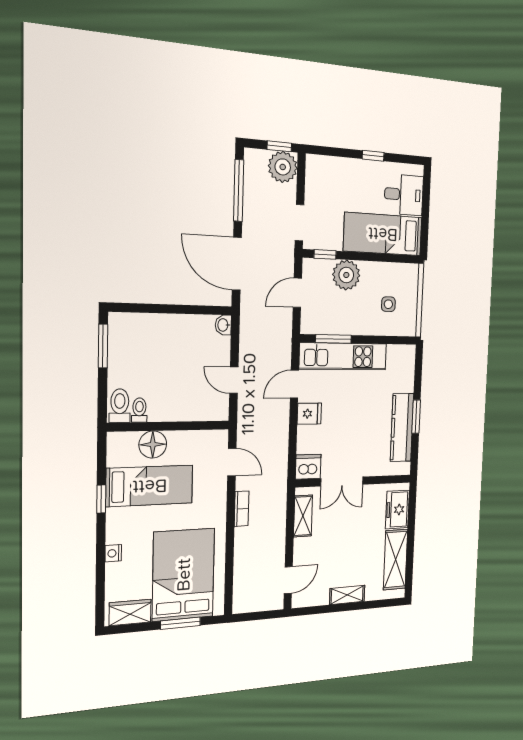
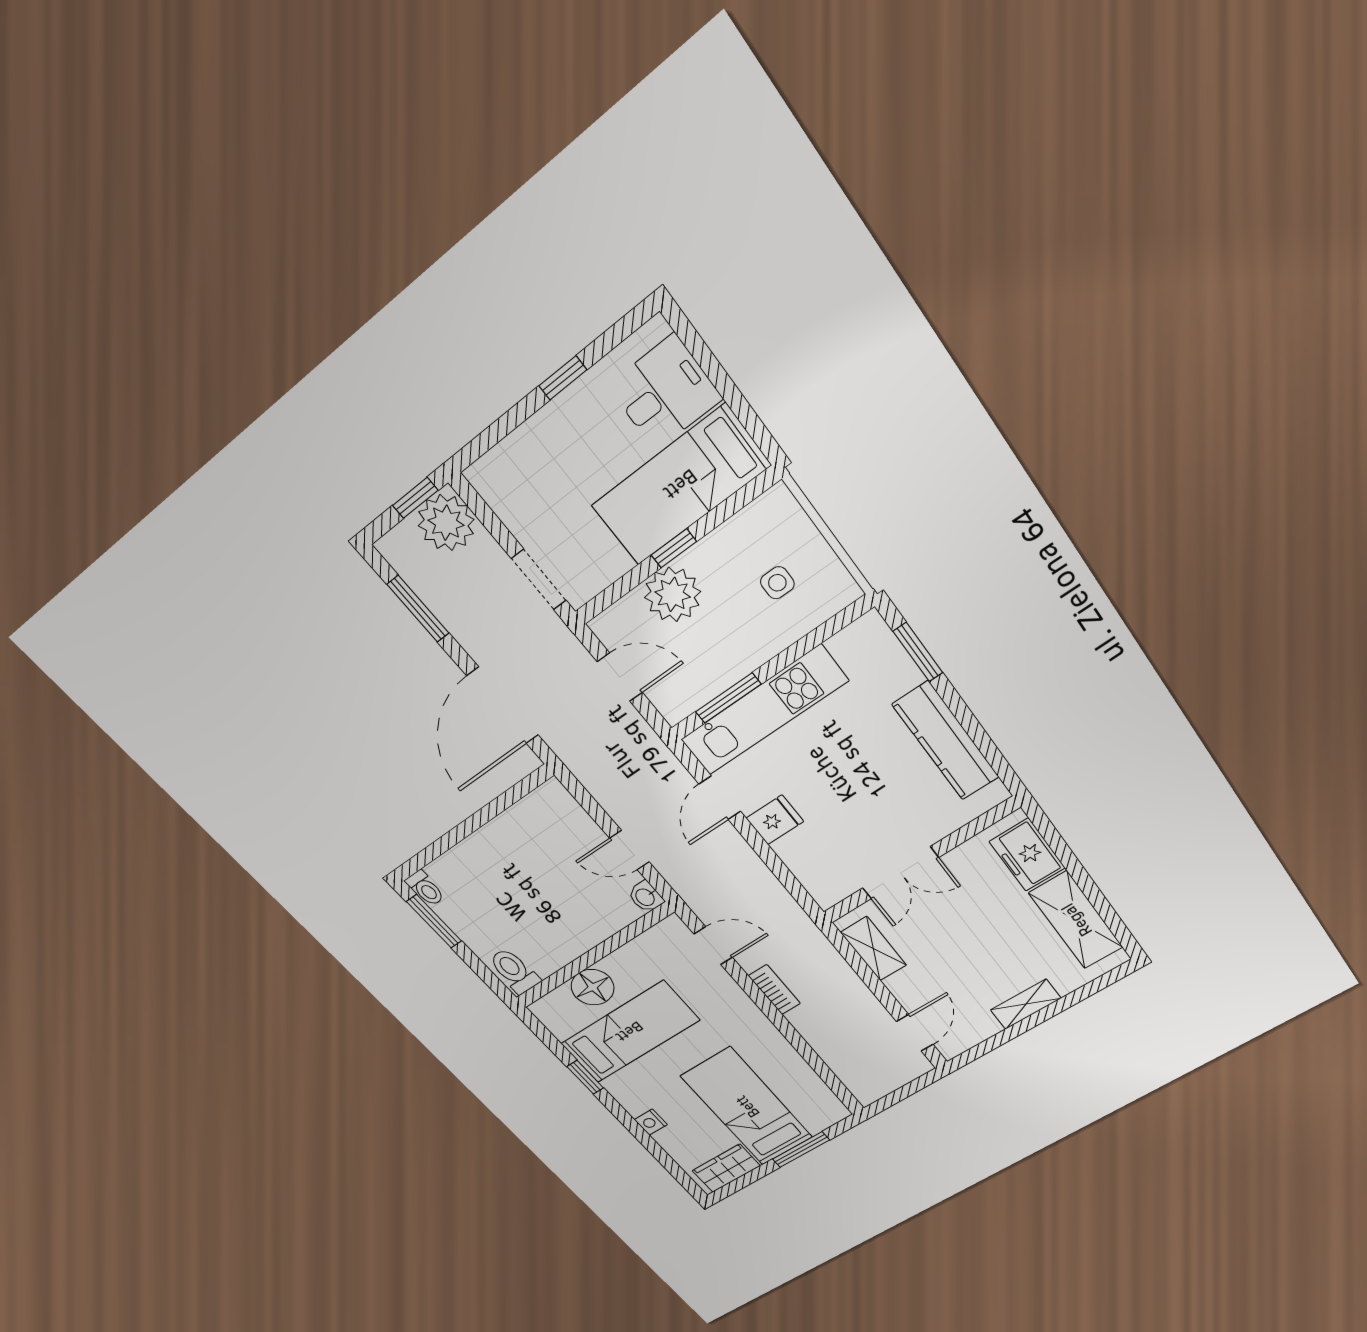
window: (239, 190) -> (418, 609), width x0.69
window: (325, 254) -> (674, 548), moved
door: (237, 264) -> (503, 706), hinge flipped
door: (297, 293) -> (620, 677), swing flipped
washbasin: (223, 325) -> (646, 897), moved
toilet: (139, 410) -> (425, 888), moved, turned 180
window: (416, 417) -> (918, 652), moved
dishwasher: (308, 467) -> (830, 886), removed
bed: (184, 575) -> (747, 1107), width x0.67

